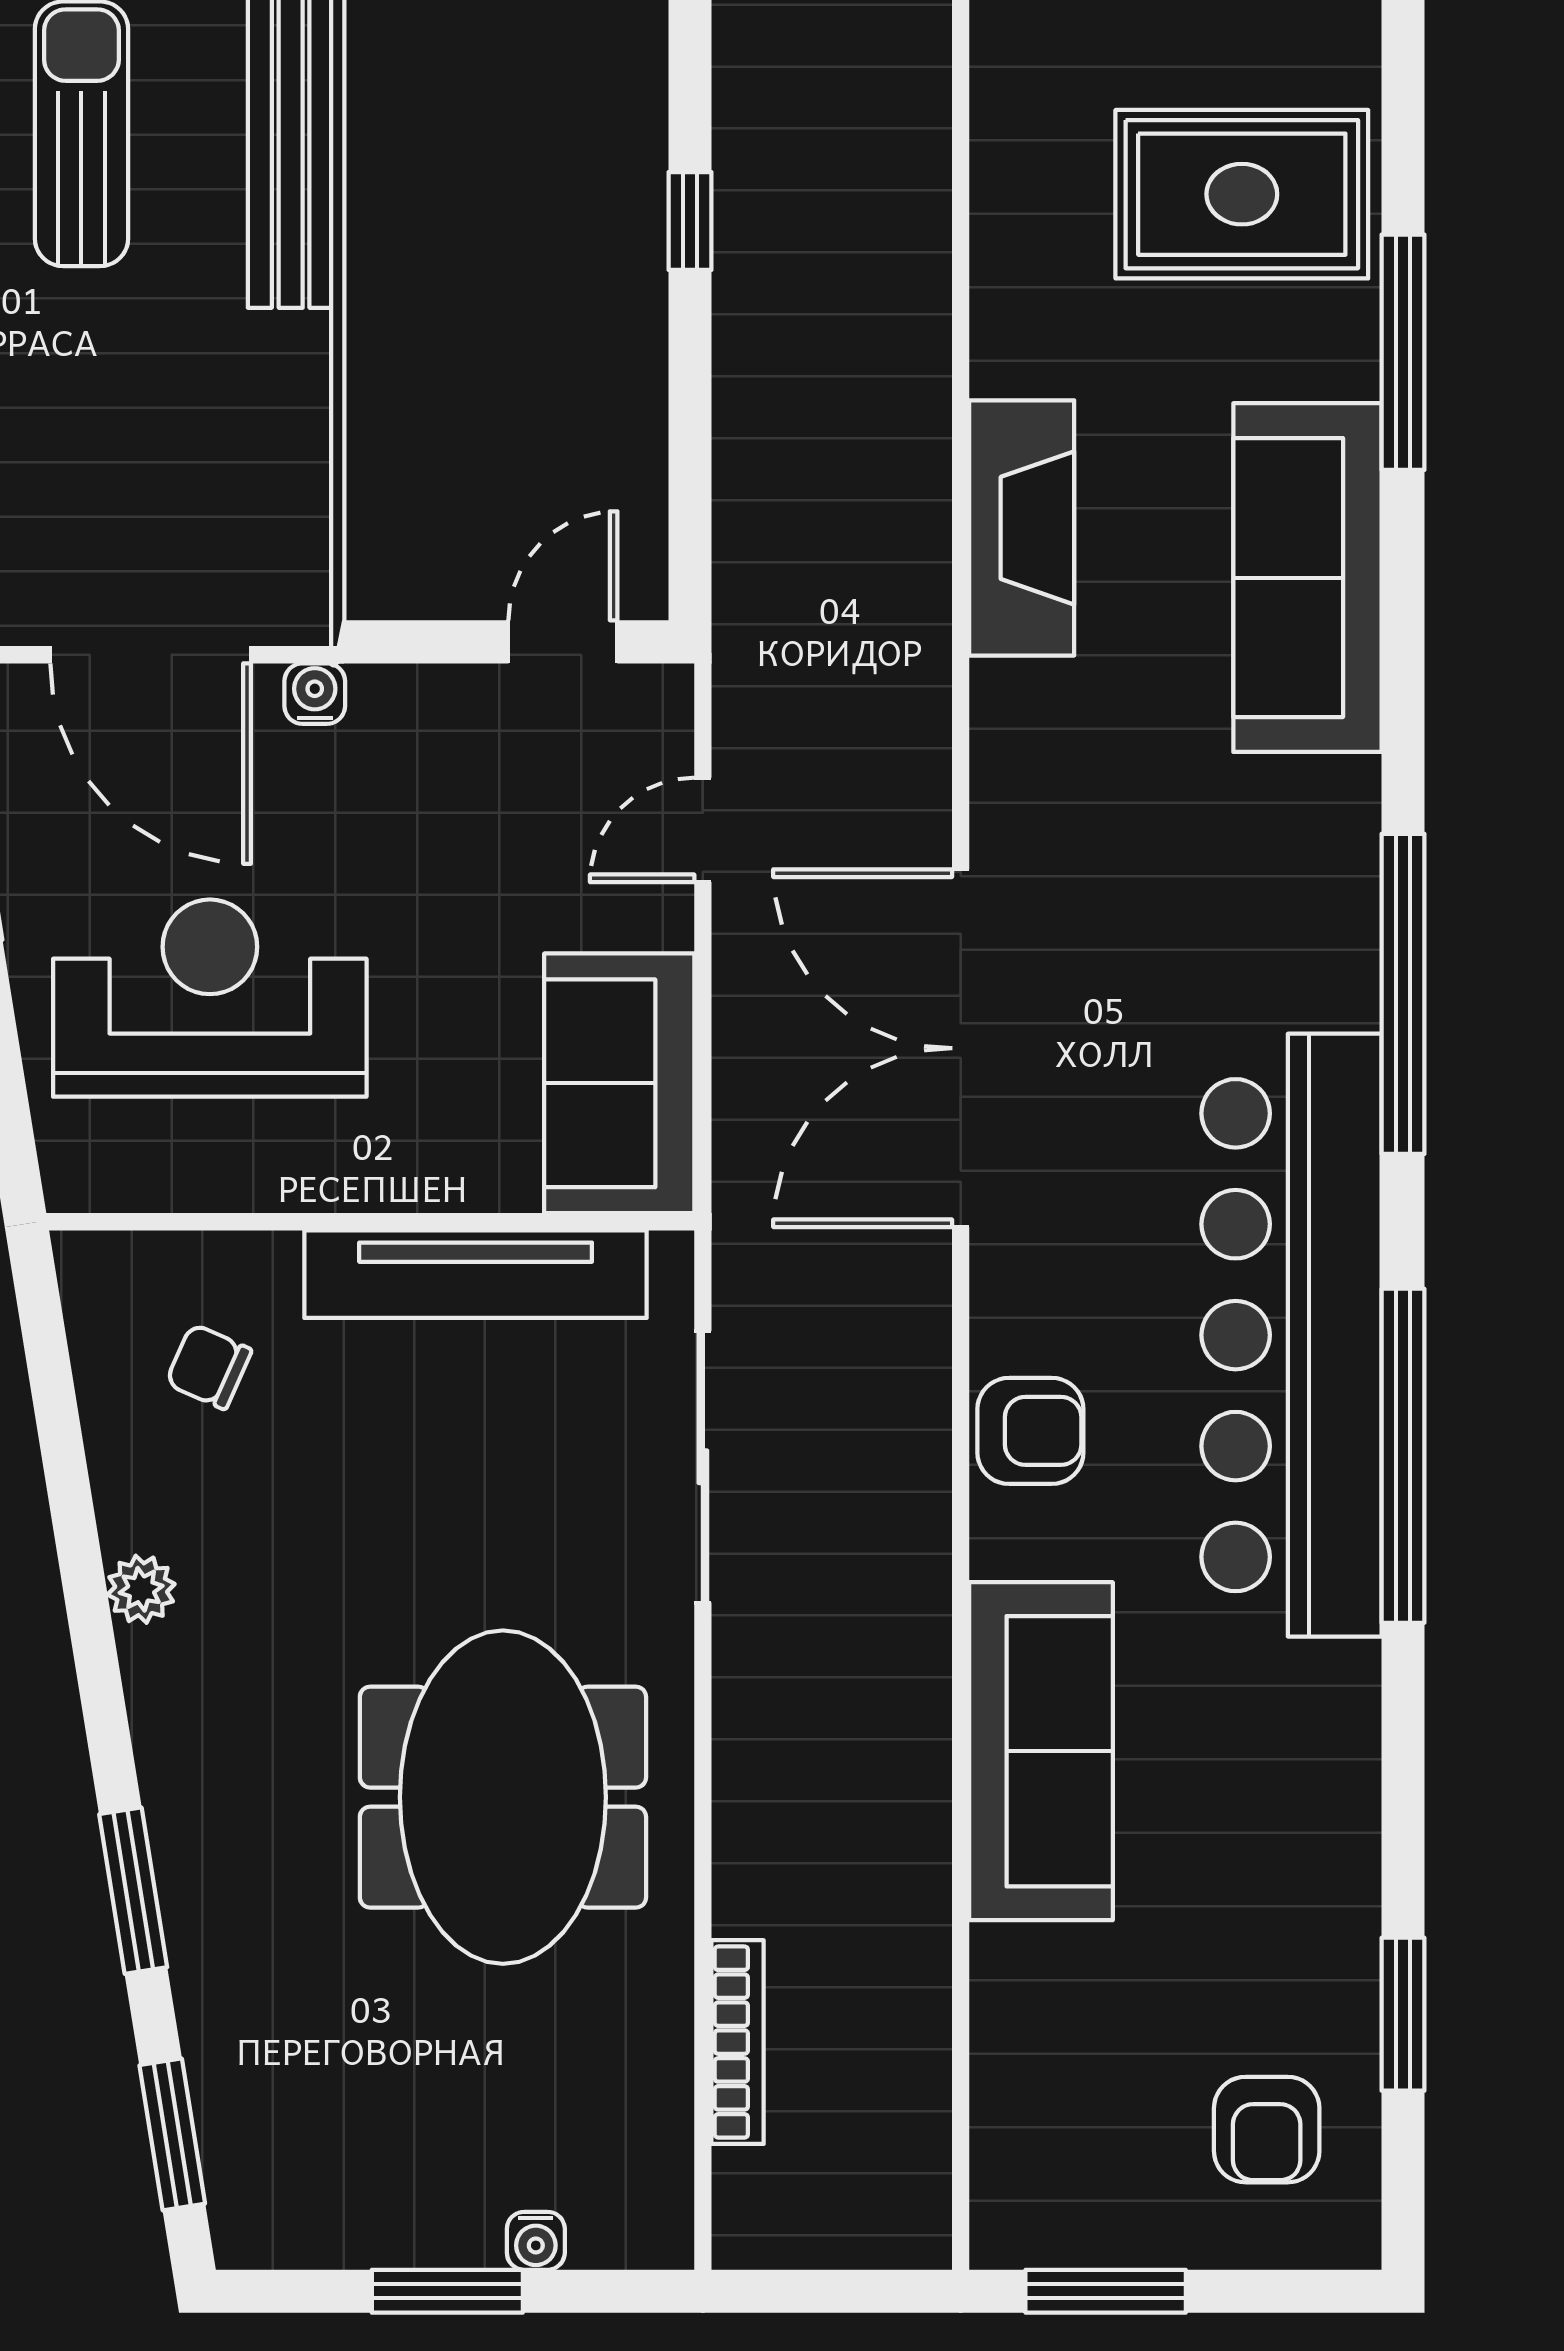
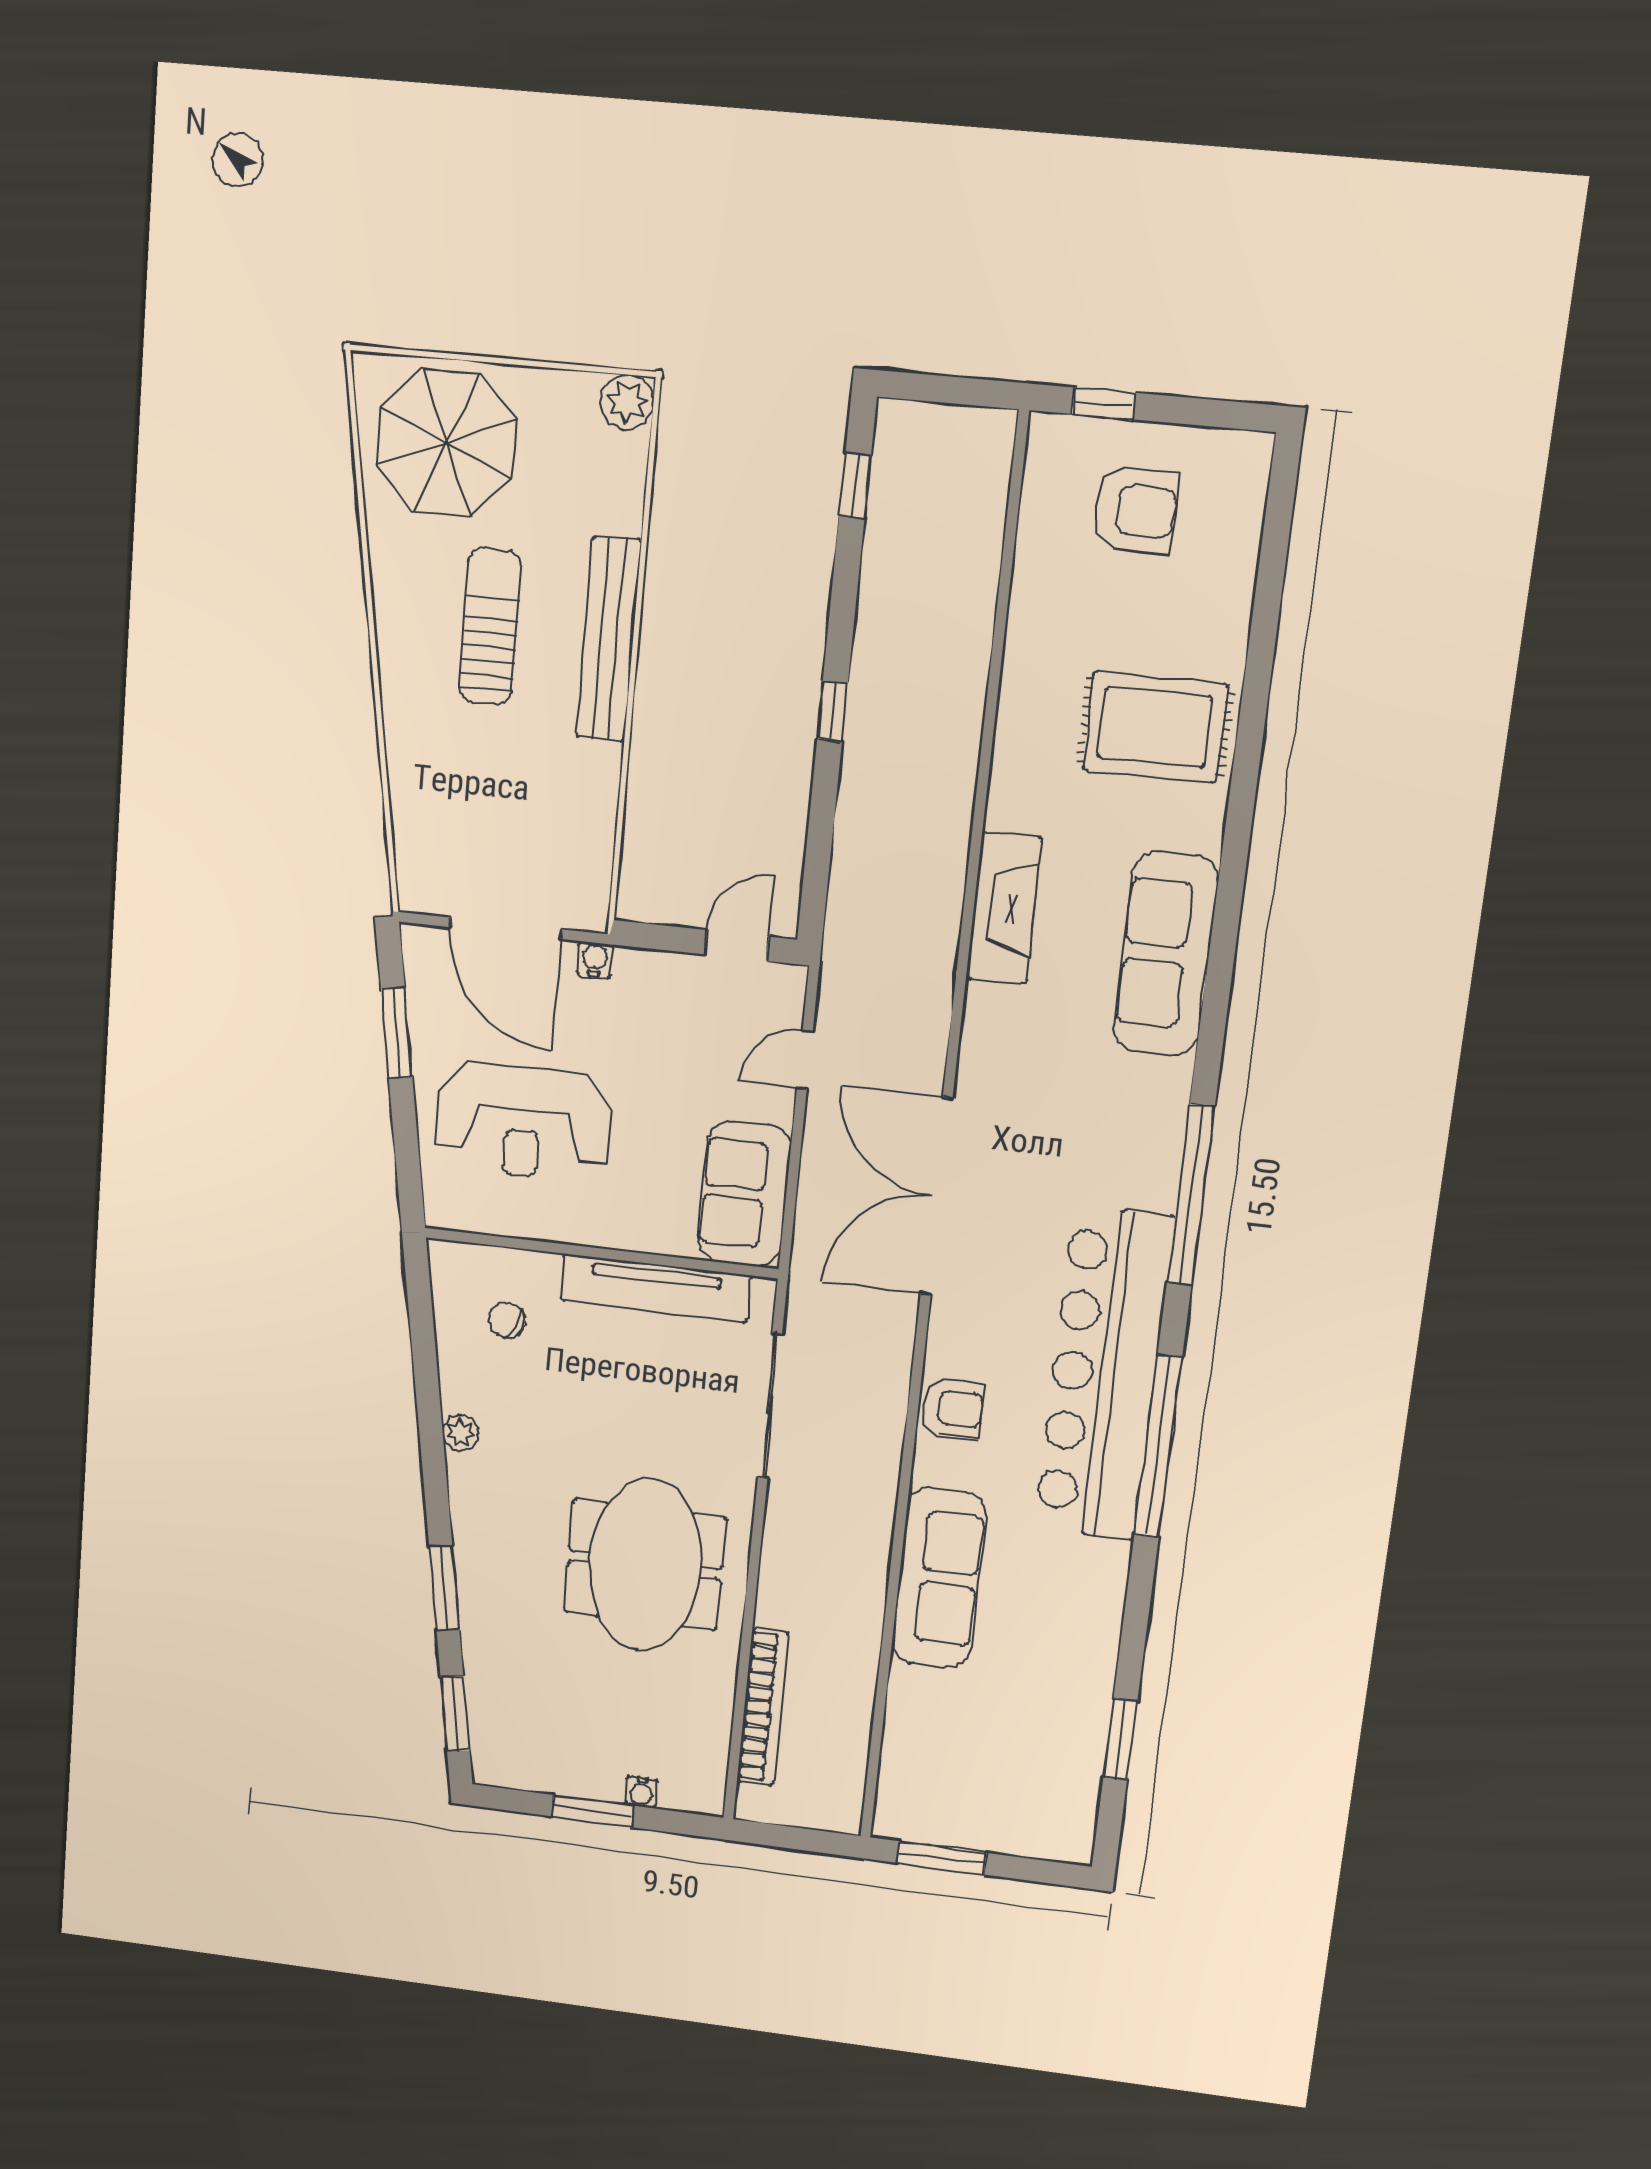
window: (1403, 352) -> (1238, 829), removed
reception desk: (210, 998) -> (523, 1122), turned 180
bookcase: (738, 2042) -> (763, 1707), width x1.48, depth x1.31
armchair: (1267, 2130) -> (1039, 1788), removed

